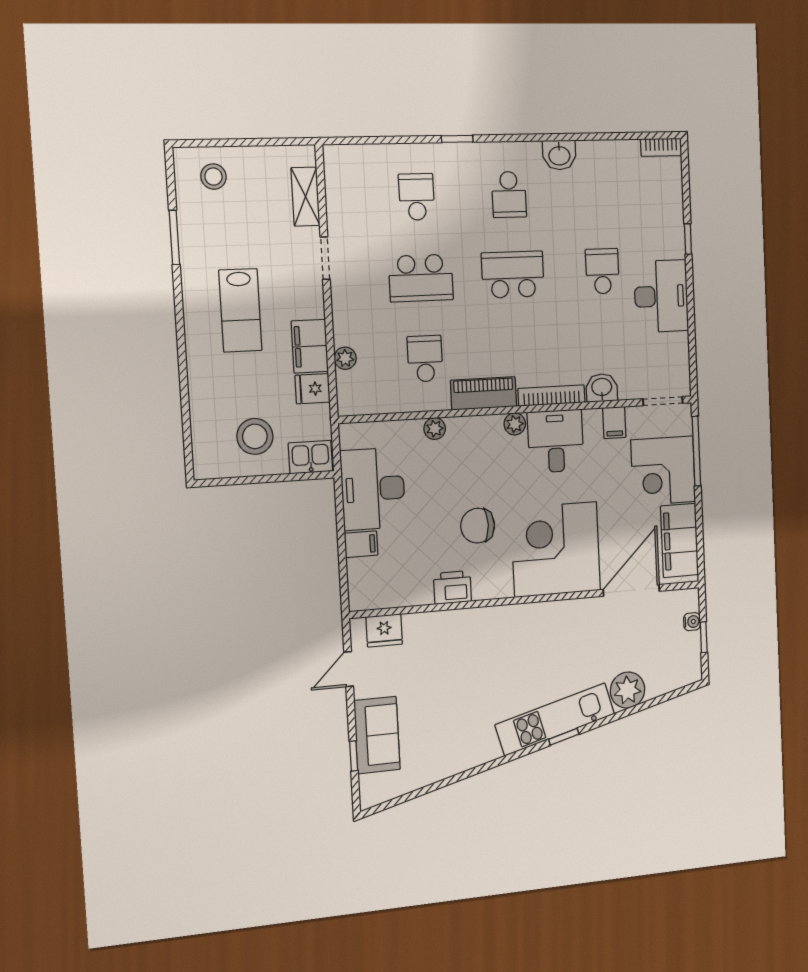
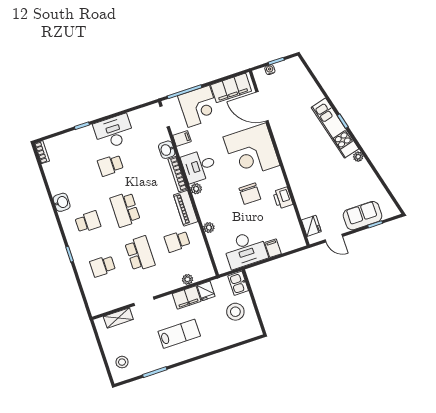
plant: (628, 690) -> (358, 157), moved, width x0.53, depth x0.53

